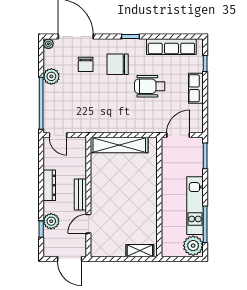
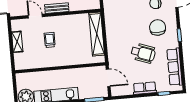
wheelchair: (150, 86) -> (143, 53), turned 110
trolley: (121, 208) -> (50, 40), added
shelving: (140, 251) -> (17, 42), moved

